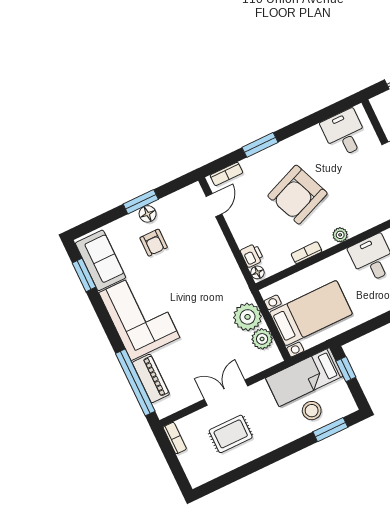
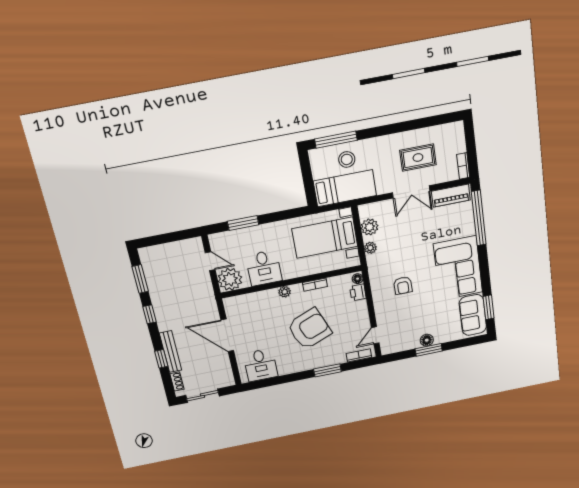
armchair: (154, 243) -> (403, 286), moved, turned 180
plant: (247, 317) -> (370, 248), width x0.53, depth x0.53
window: (346, 369) -> (309, 186), removed
piano: (151, 378) -> (451, 196), moved, turned -90
window: (330, 430) -> (336, 140), width x1.44

